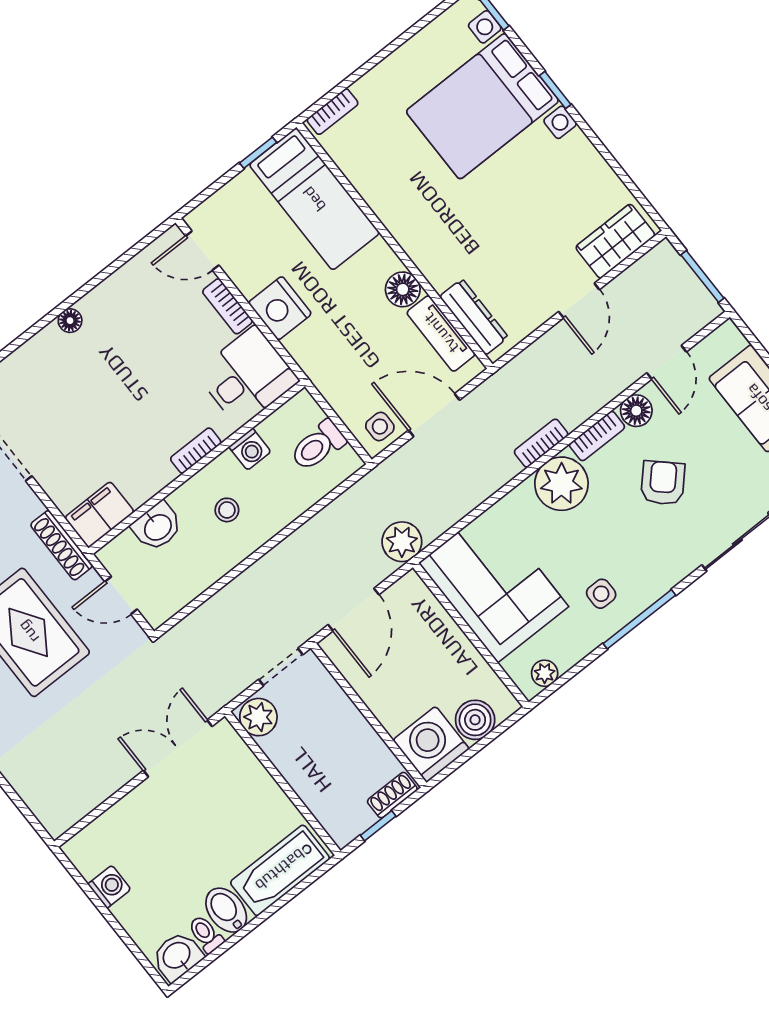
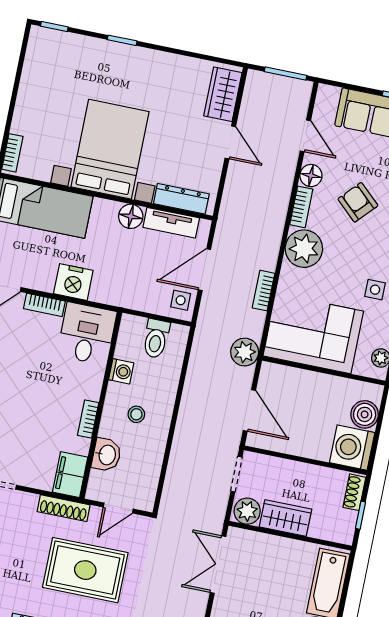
bed with nightstands: (482, 106) -> (110, 149), moved, turned 180
bookcase: (541, 443) -> (264, 291), moved
bookcase: (196, 451) -> (88, 419), moved
wardrobe: (294, 760) -> (285, 518), added

